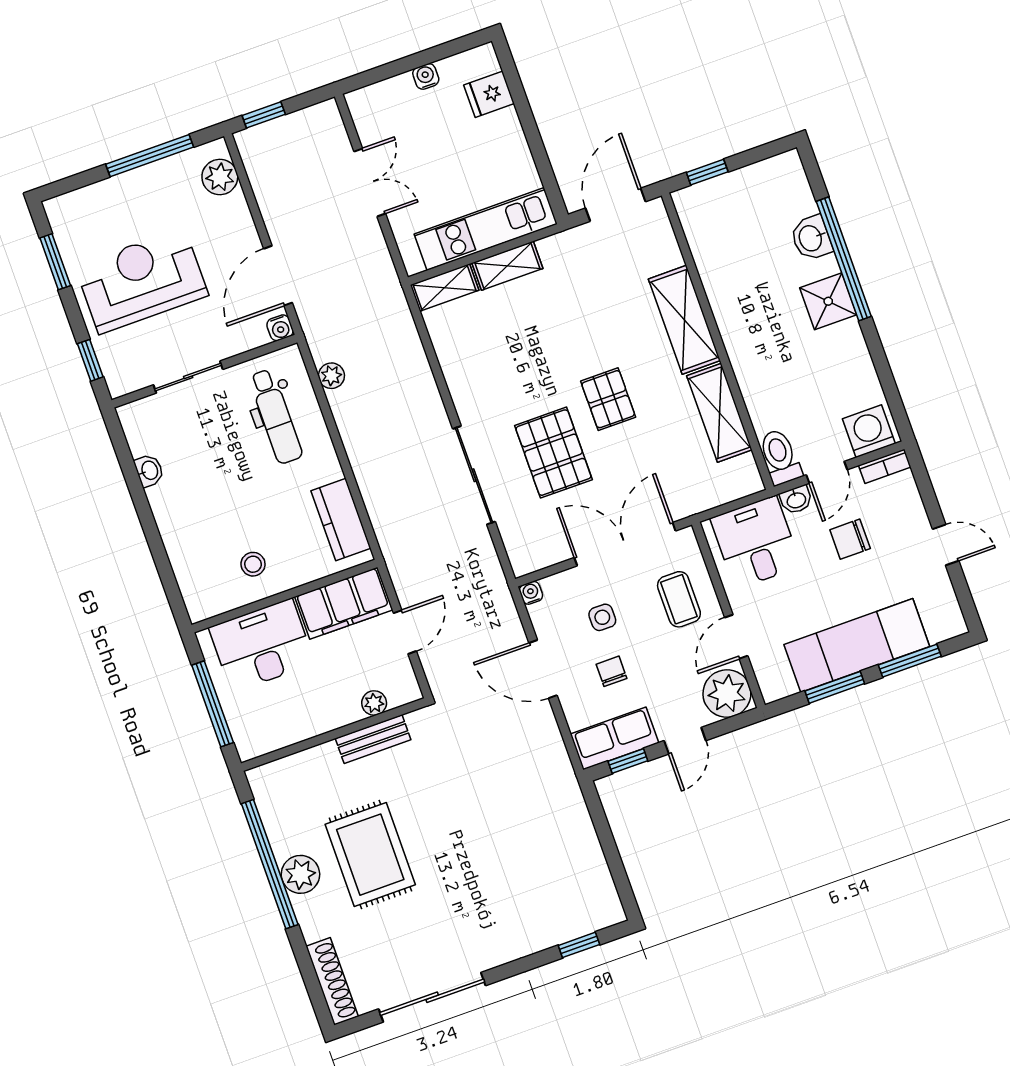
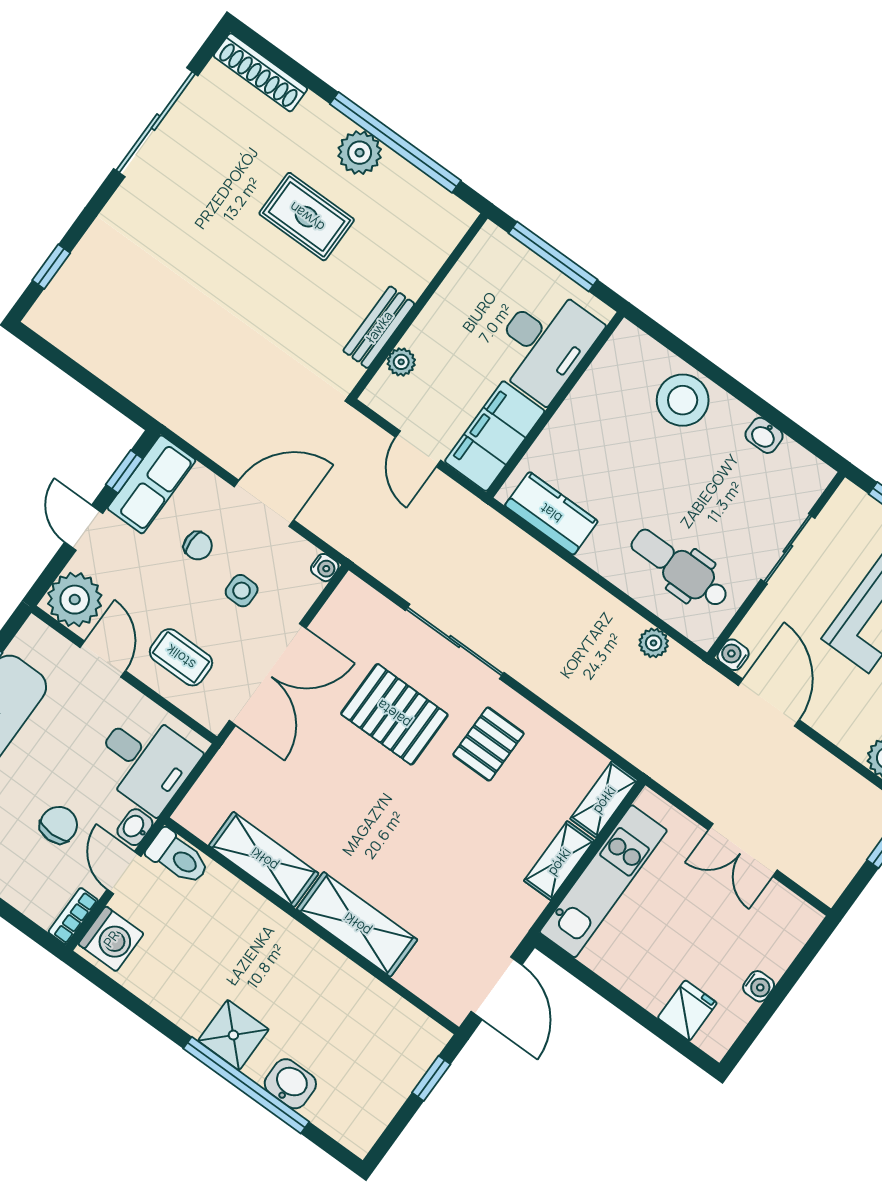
pallet: (608, 399) -> (488, 744), moved, turned 90
stool: (253, 564) -> (683, 400), moved, width x1.89, depth x1.89
rug: (370, 855) -> (307, 217), width x0.73, depth x0.70

